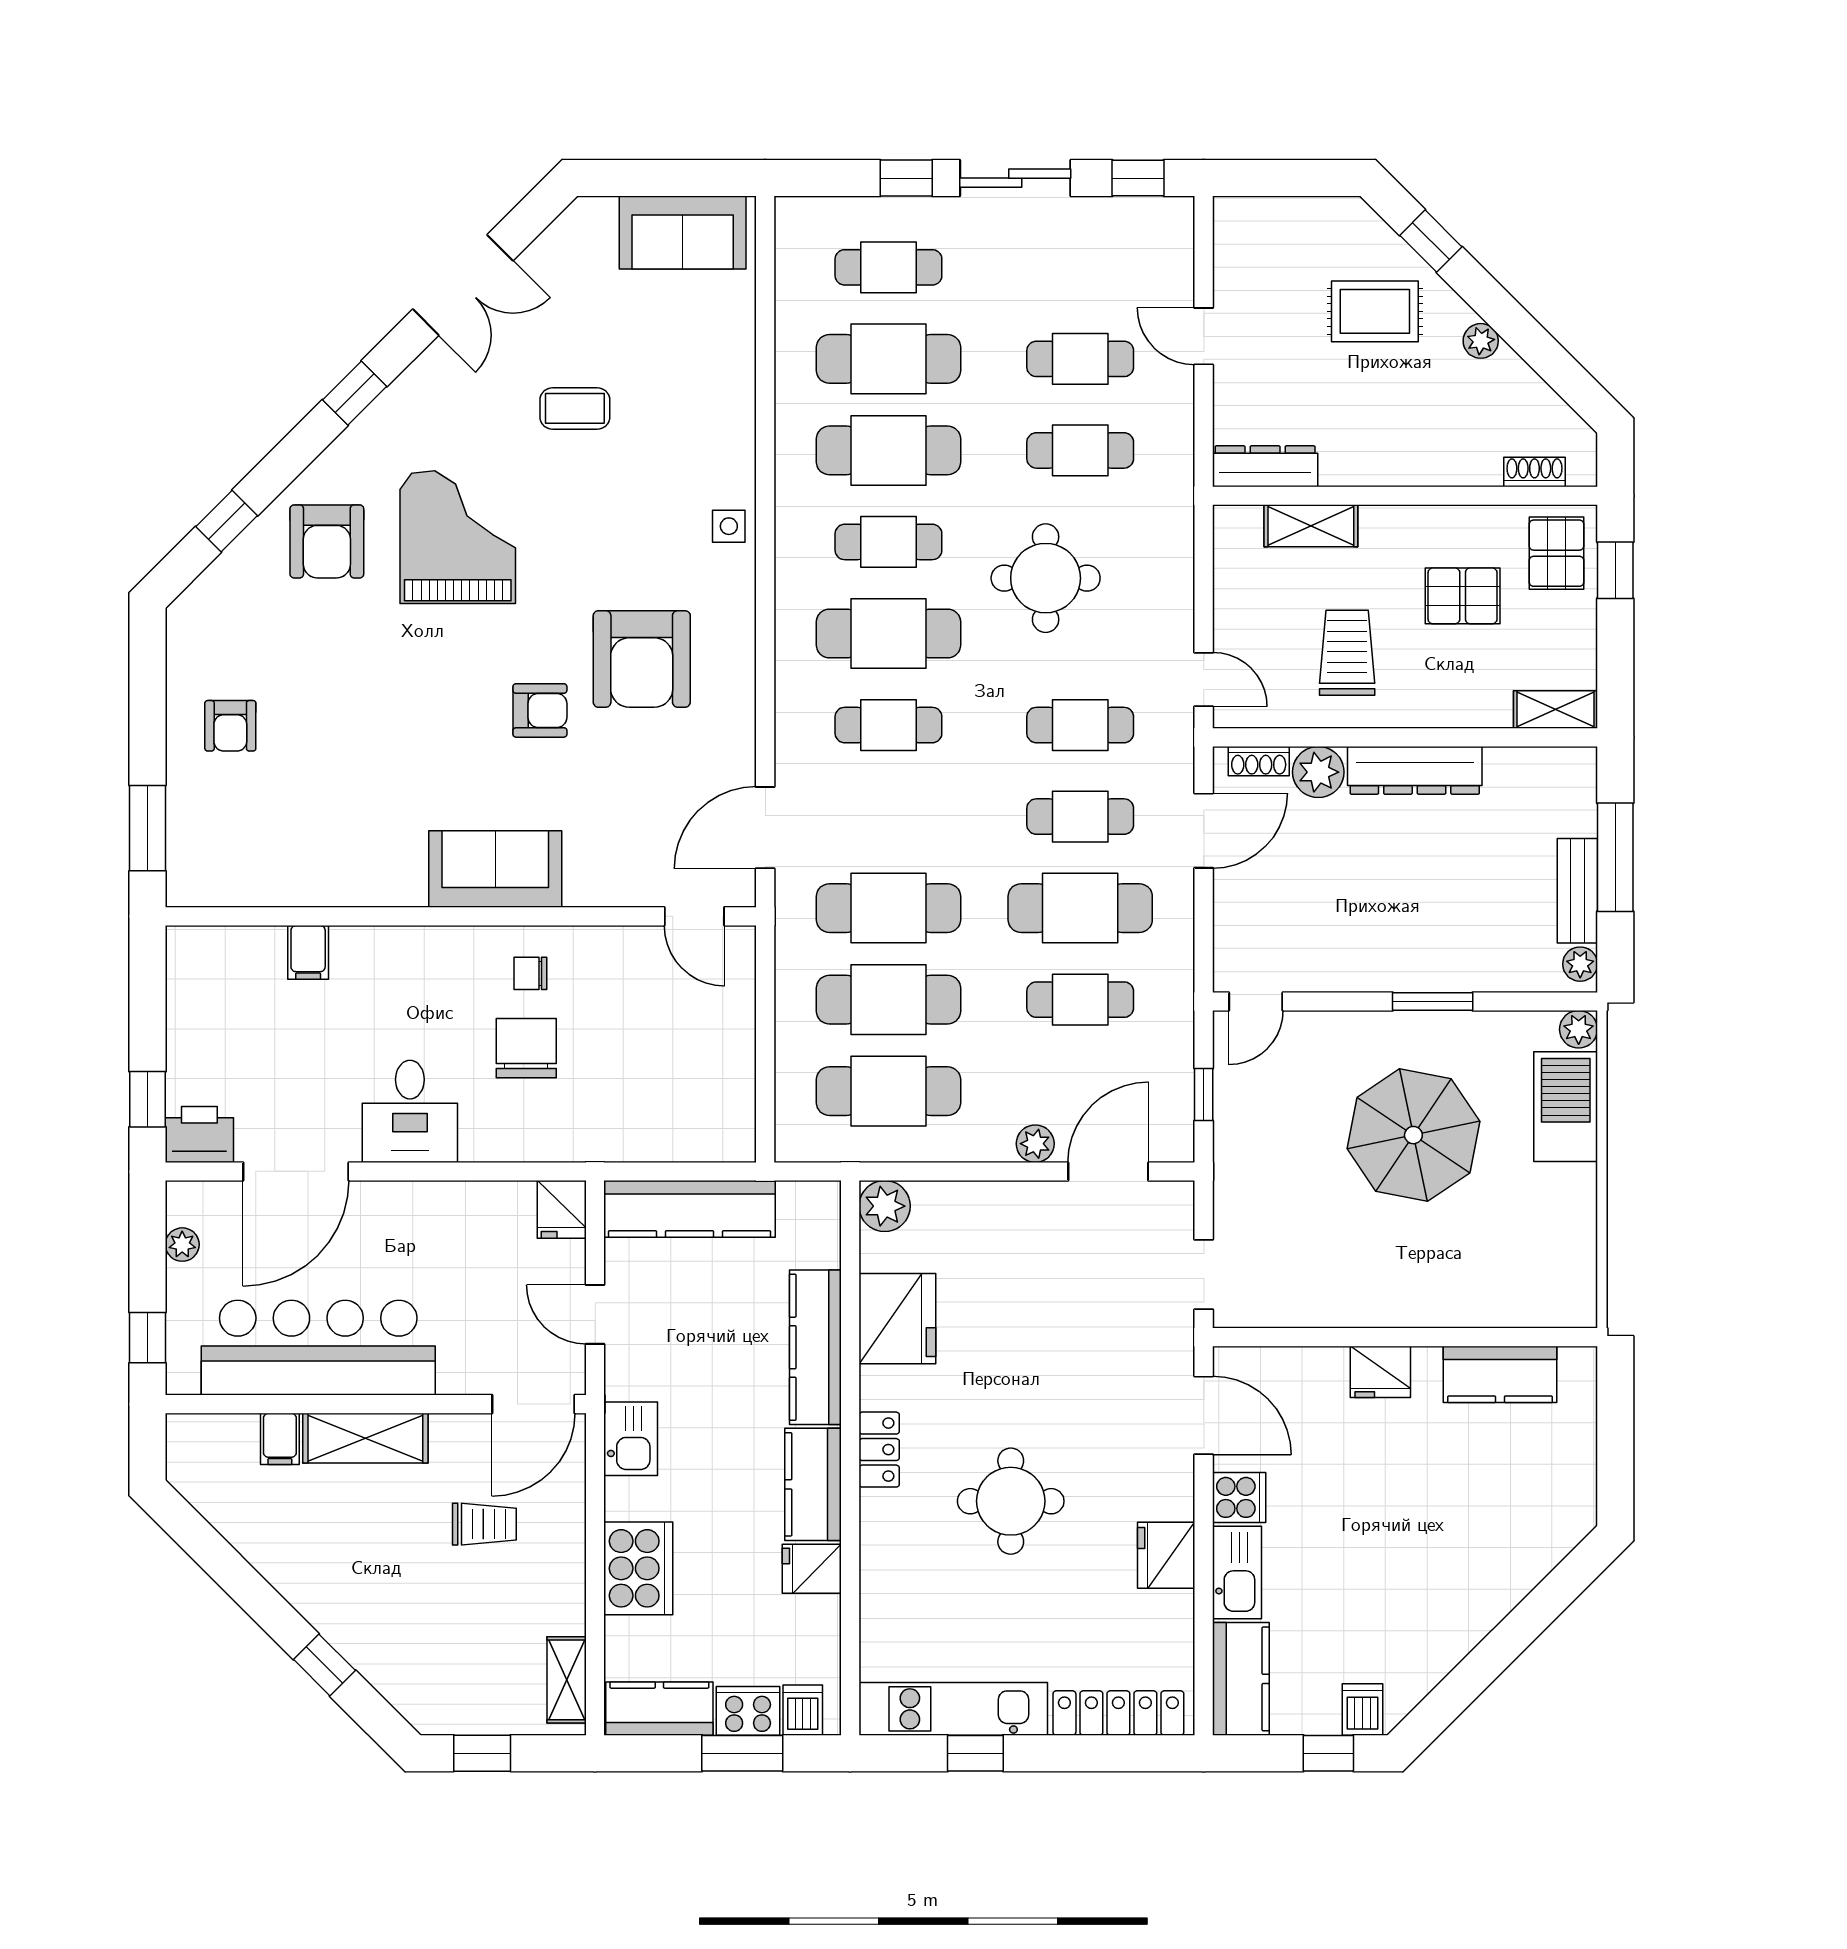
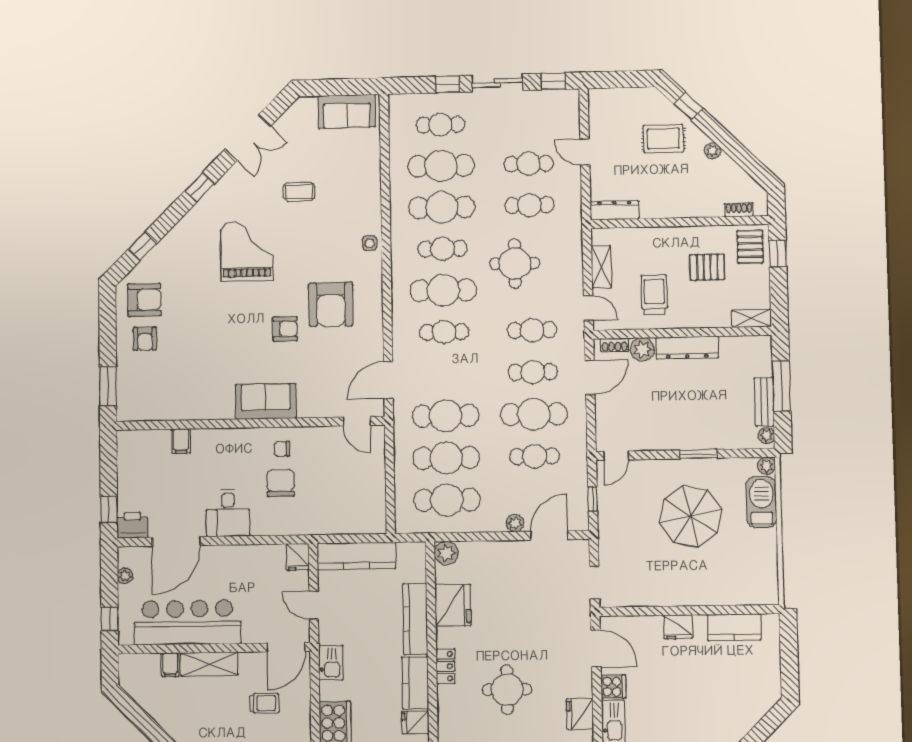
shelving: (1311, 526) -> (601, 267), moved, turned 90
armchair: (327, 541) -> (144, 300), moved, turned -90

